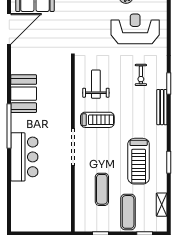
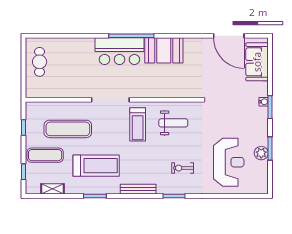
bench: (162, 107) -> (138, 189), moved
bar counter: (24, 157) -> (119, 51), moved
treadmill: (139, 161) -> (96, 166), turned 180
exercise mat: (102, 189) -> (68, 129), width x1.36, depth x1.45
cafe table: (35, 218) -> (40, 62), added

